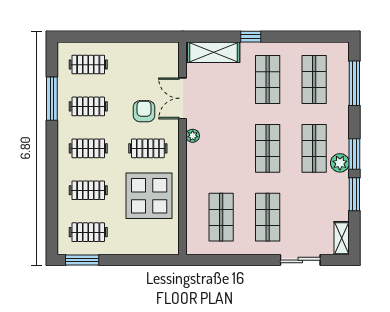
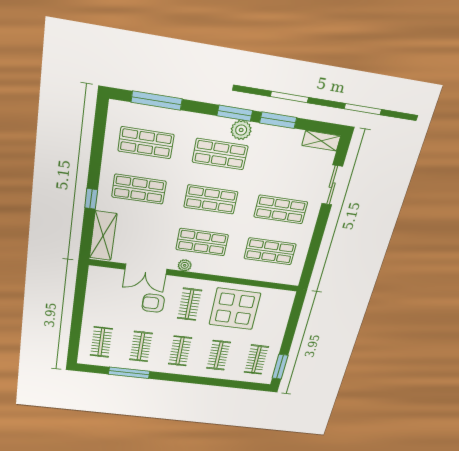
shop shelf: (221, 148) -> (202, 242), added

